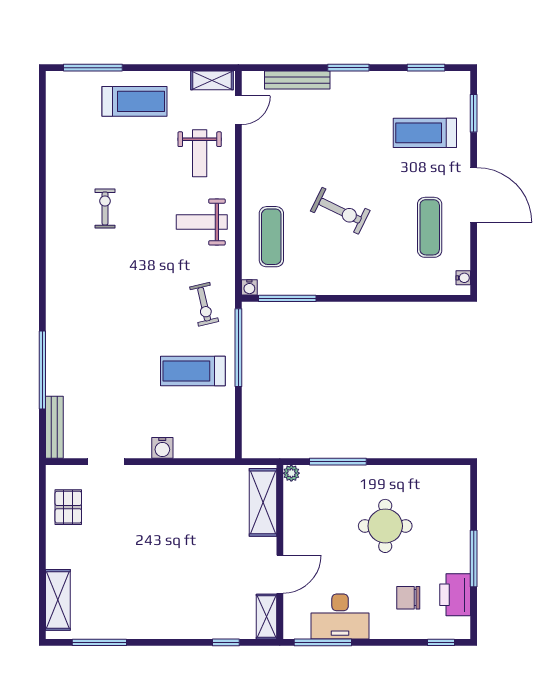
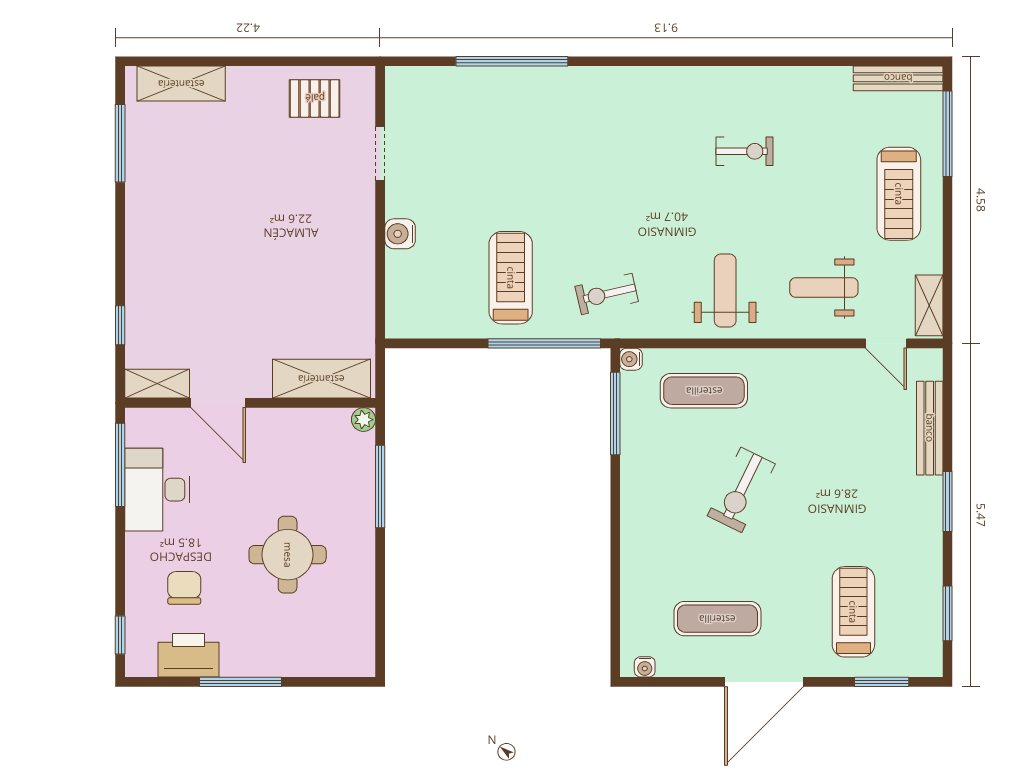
bench: (54, 427) -> (898, 78), moved

